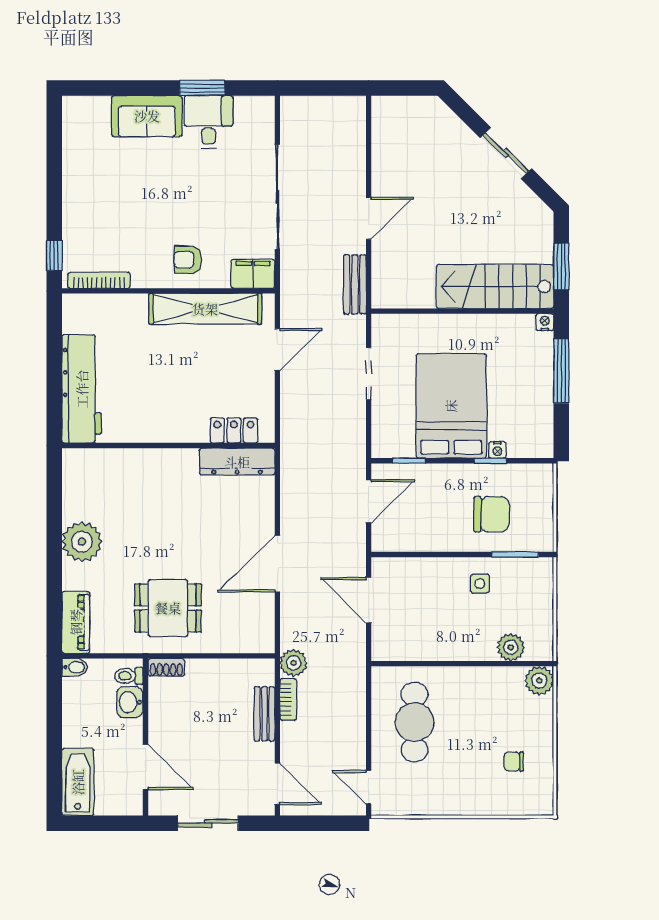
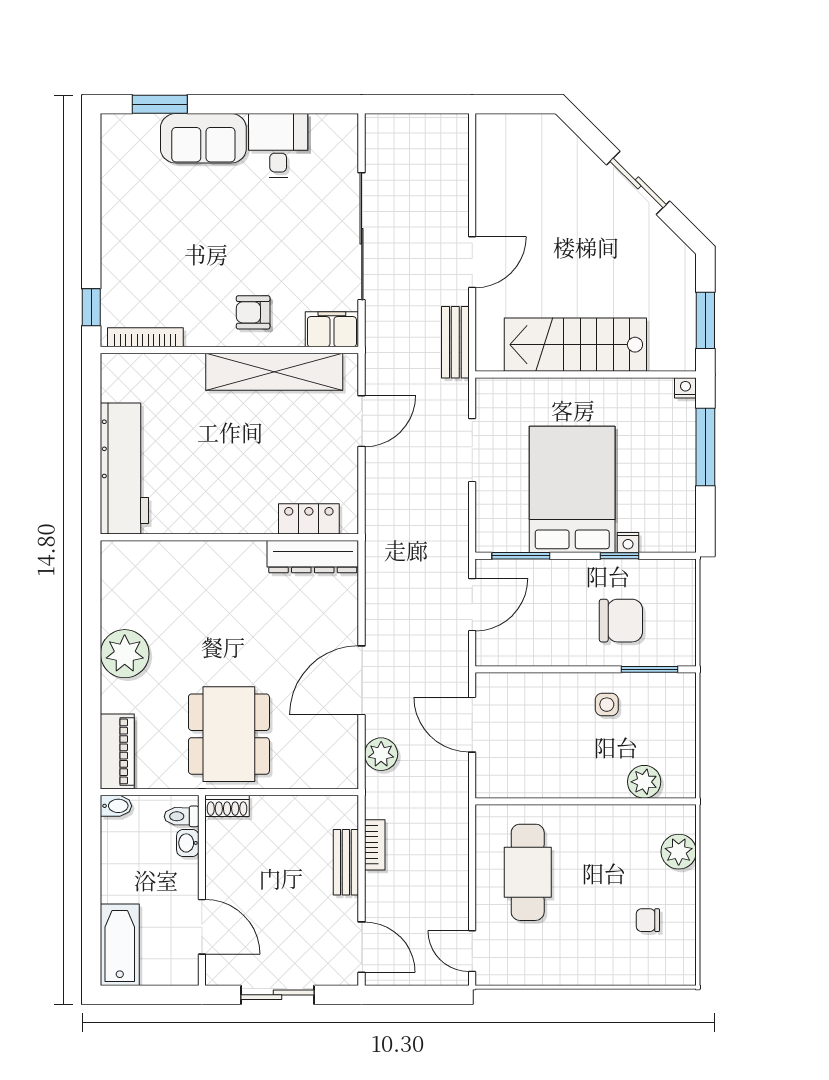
window: (202, 88) -> (160, 104), moved
stairs: (495, 286) -> (575, 345), moved
window: (409, 461) -> (521, 556), width x1.50
dining table: (168, 608) -> (229, 734), width x1.37
plant: (294, 663) -> (381, 754), moved
plant: (539, 681) -> (679, 852), moved
washbasin: (130, 702) -> (188, 843), width x0.72, depth x0.69

